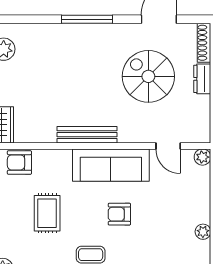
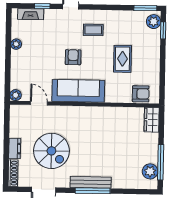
bench: (87, 135) -> (91, 182), moved
armchair: (119, 214) -> (73, 57), turned -90

